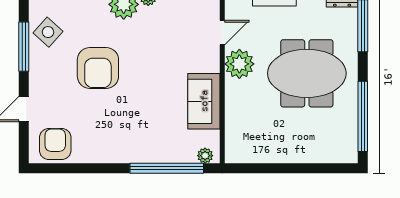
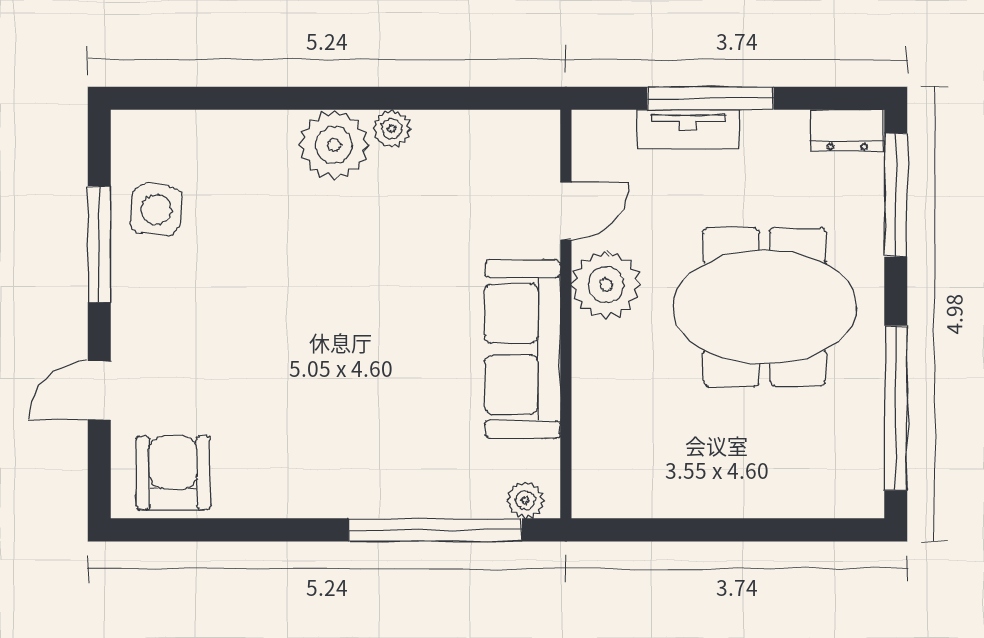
side table: (48, 32) -> (156, 210), turned -36
armchair: (98, 68) -> (274, 294), removed
sofa: (204, 101) -> (523, 349), width x1.36

